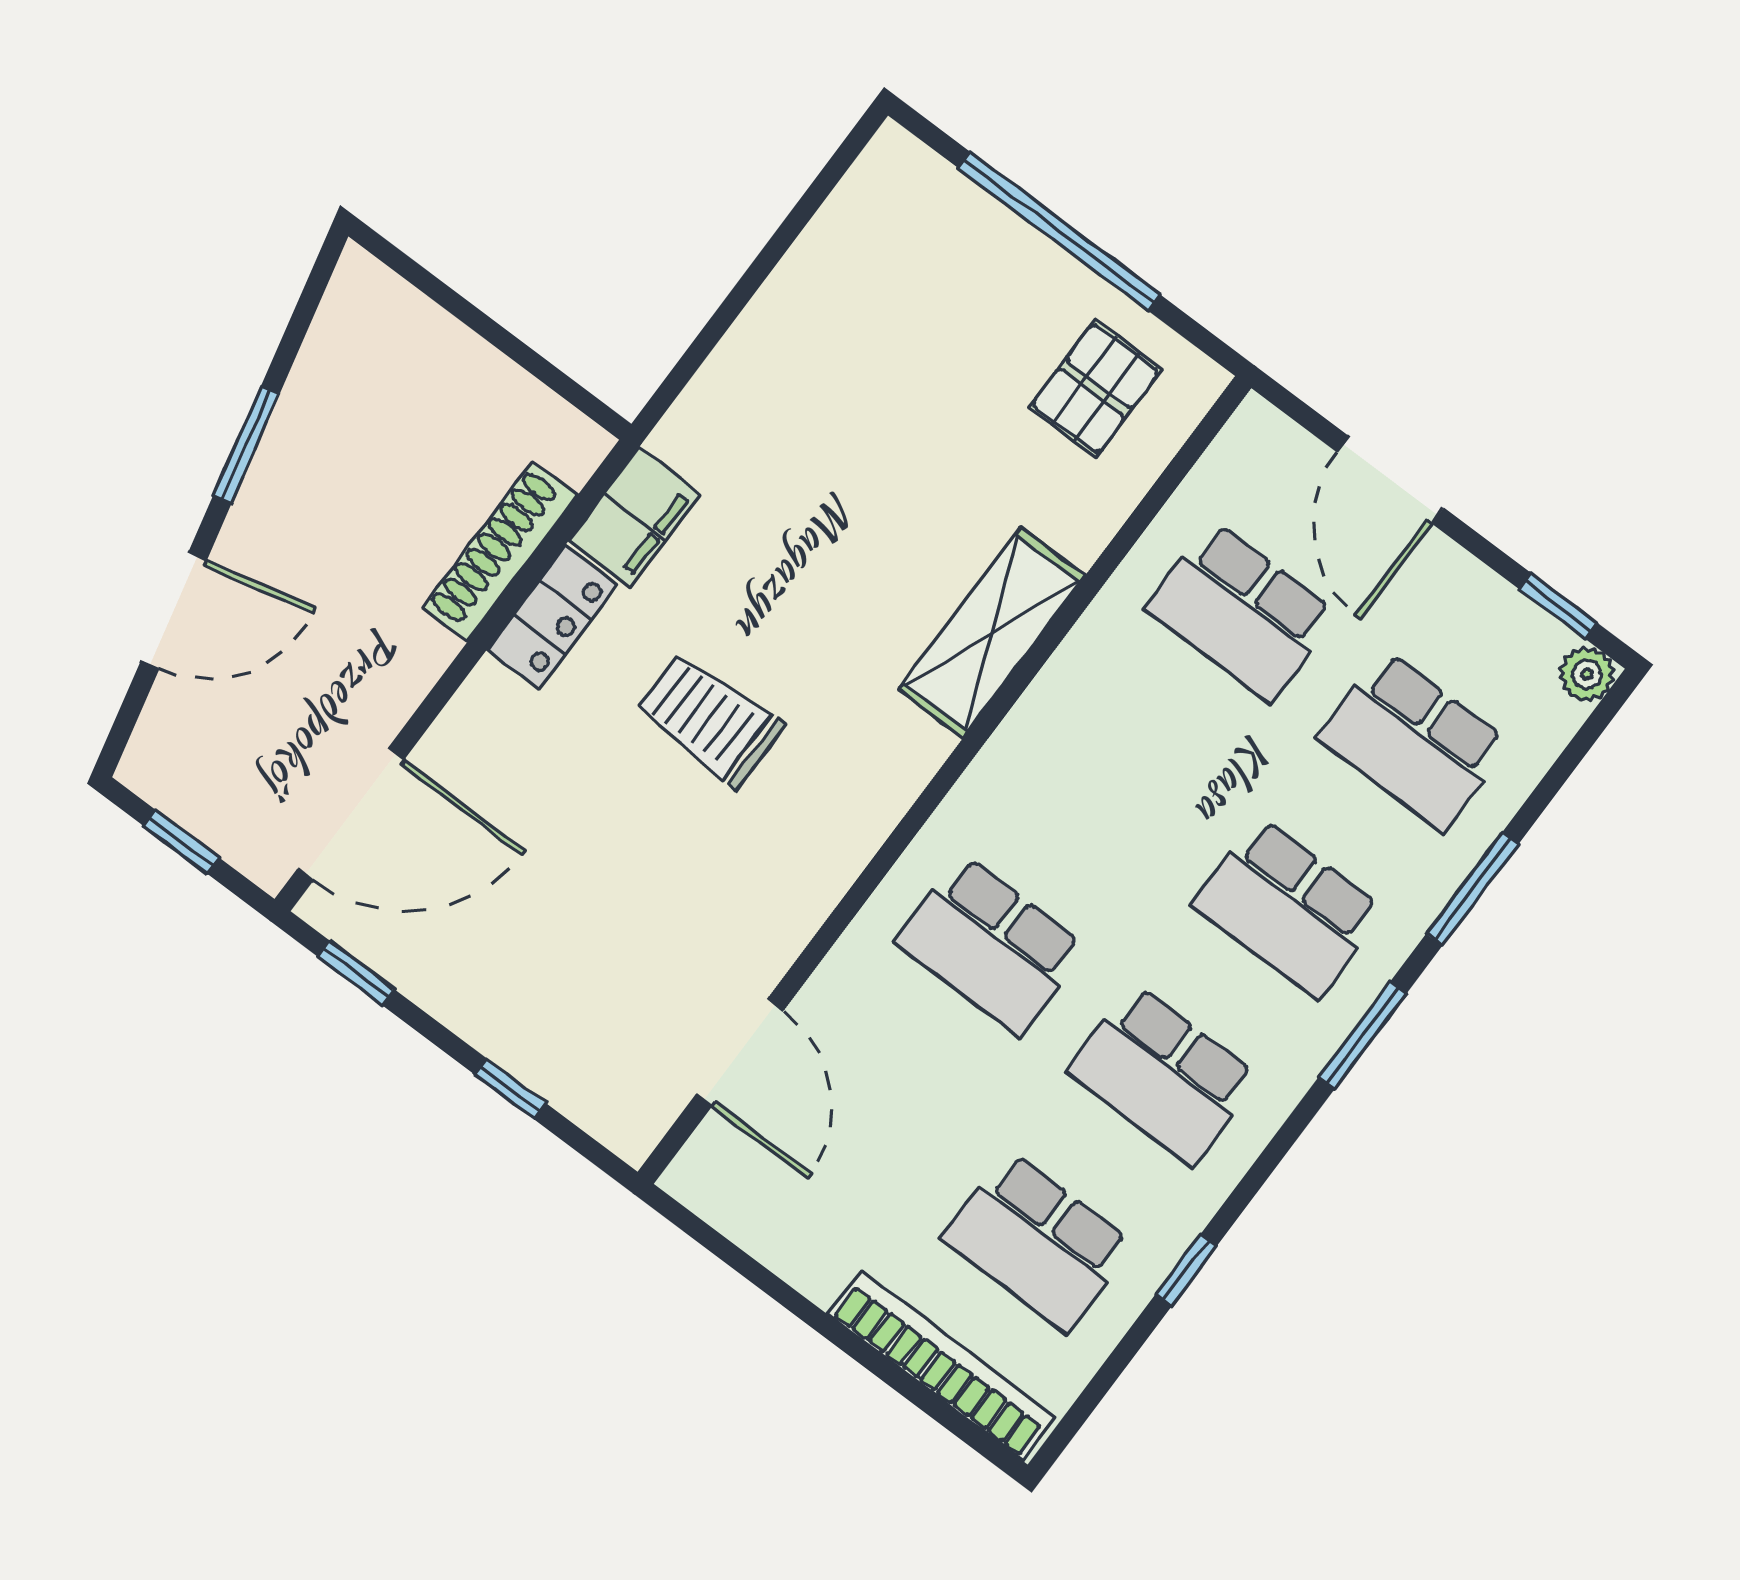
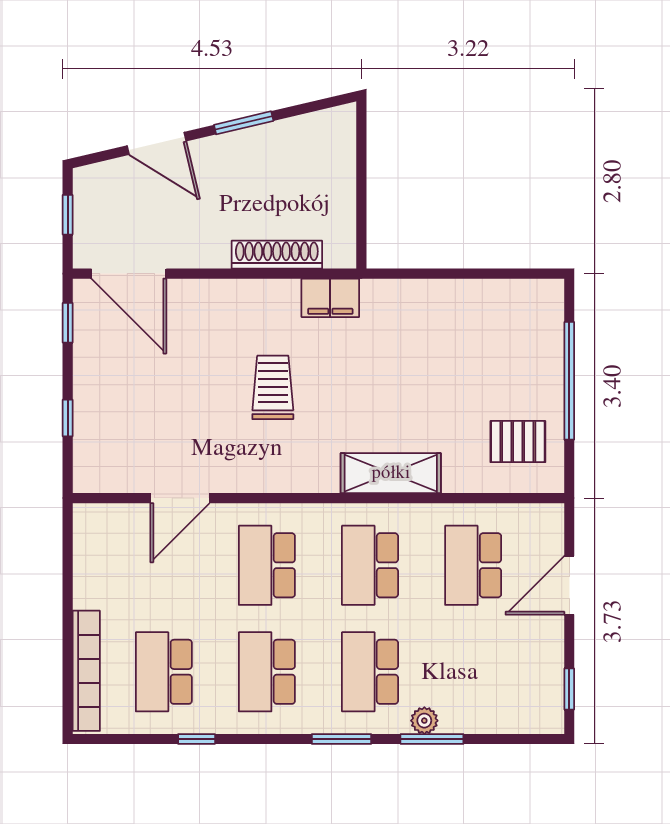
locker: (553, 617) -> (267, 295), removed
plant: (1587, 674) -> (424, 721), moved
school desk: (1414, 741) -> (370, 565), moved
door: (740, 1052) -> (180, 498), moved

